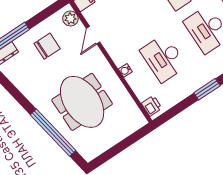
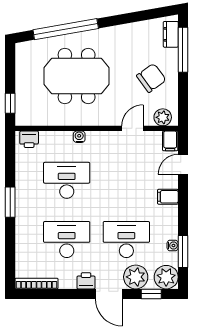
door: (93, 35) -> (133, 128), hinge flipped
chair: (47, 46) -> (151, 78), turned -126
window: (134, 137) -> (10, 103), added

